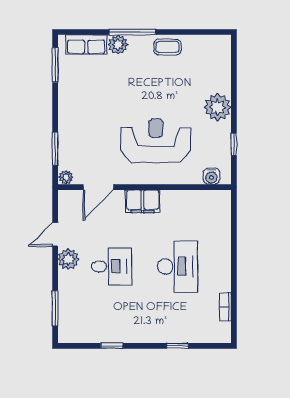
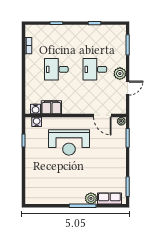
coffee table: (167, 47) -> (62, 197), removed
plant: (218, 107) -> (33, 162), removed
door: (98, 187) -> (102, 116), swing flipped
water cooler: (213, 198) -> (36, 109), added
filing cabinet: (143, 201) -> (51, 107), moved
desk: (178, 266) -> (56, 69), width x0.73

